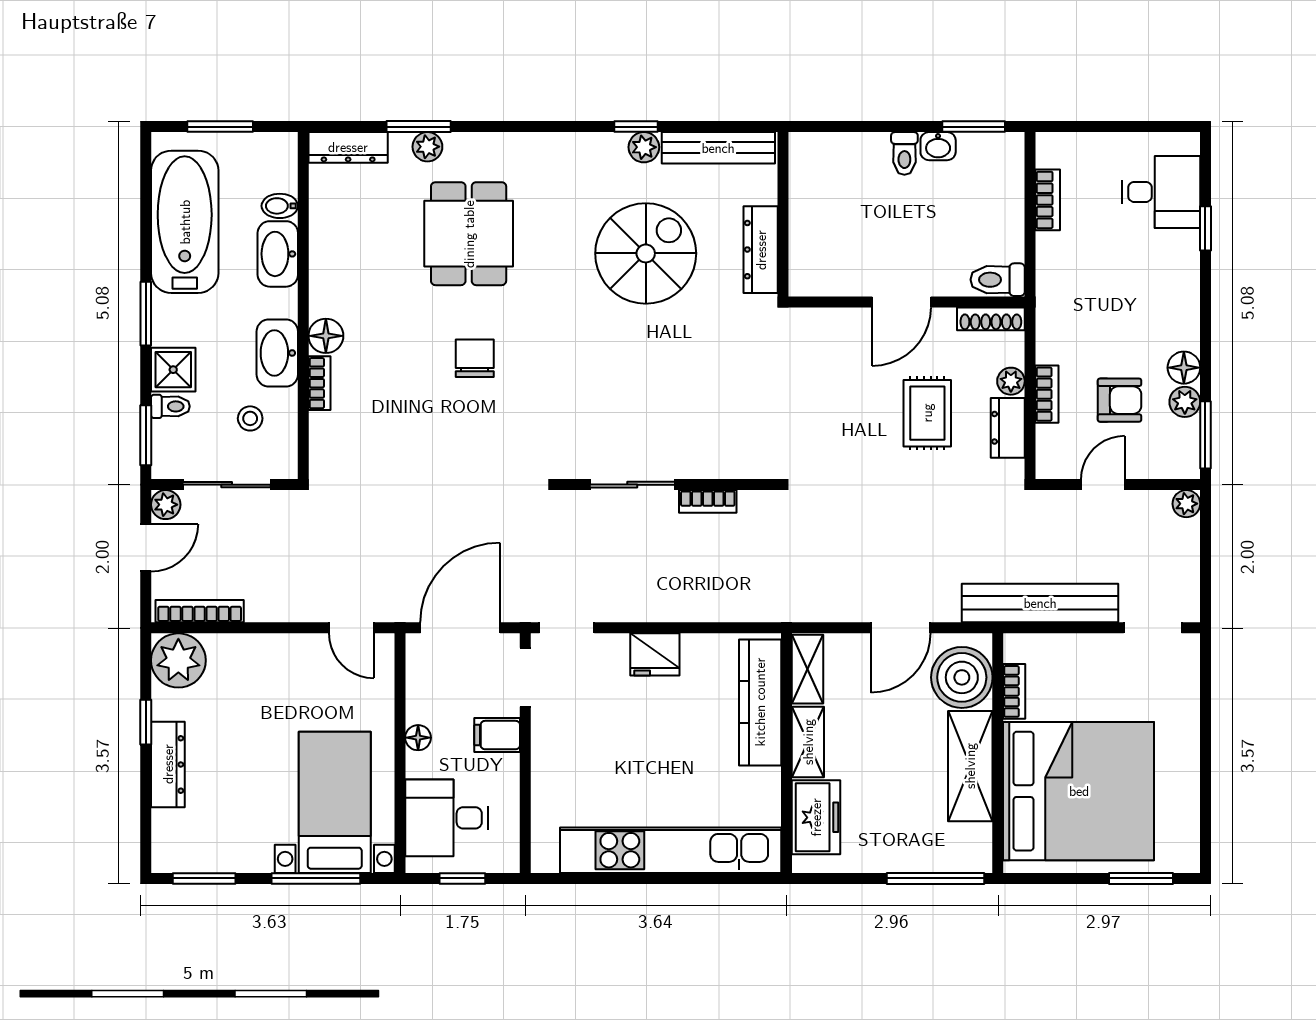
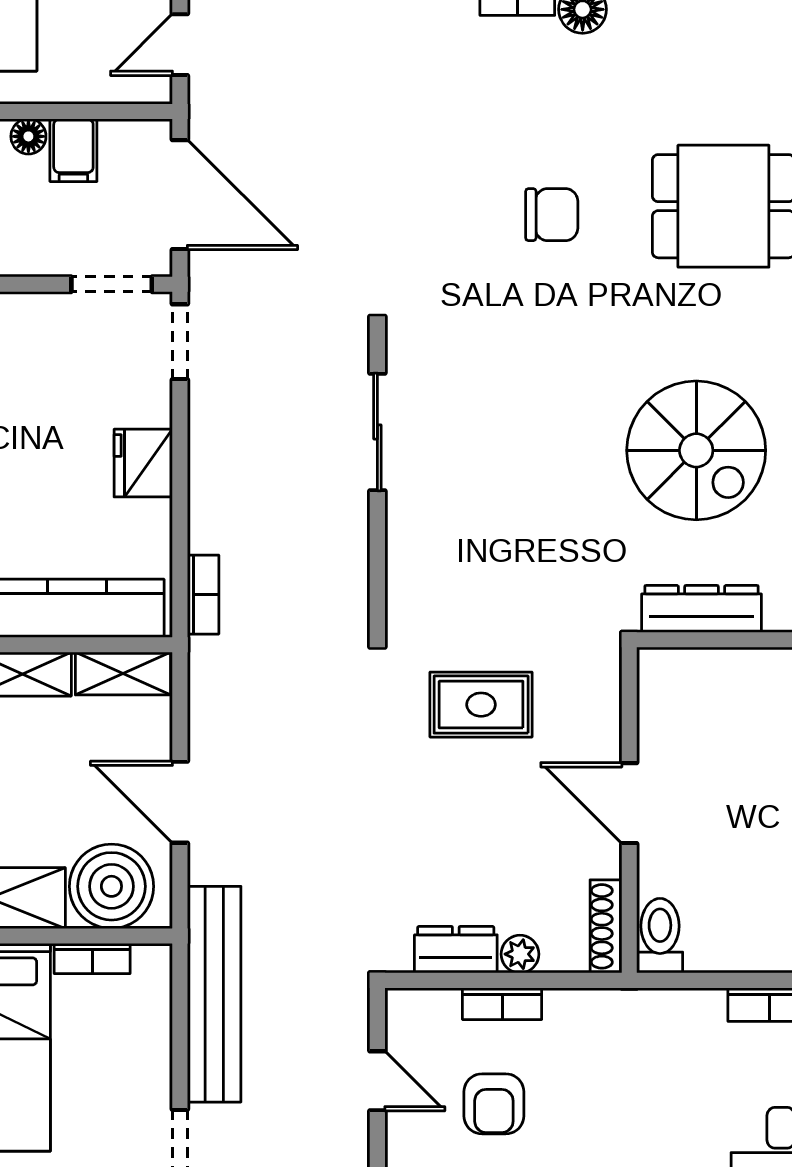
rug: (927, 413) -> (481, 705), moved
bookcase: (708, 501) -> (203, 595), moved, turned 180
filing cabinet: (497, 735) -> (73, 150), moved, turned 180

